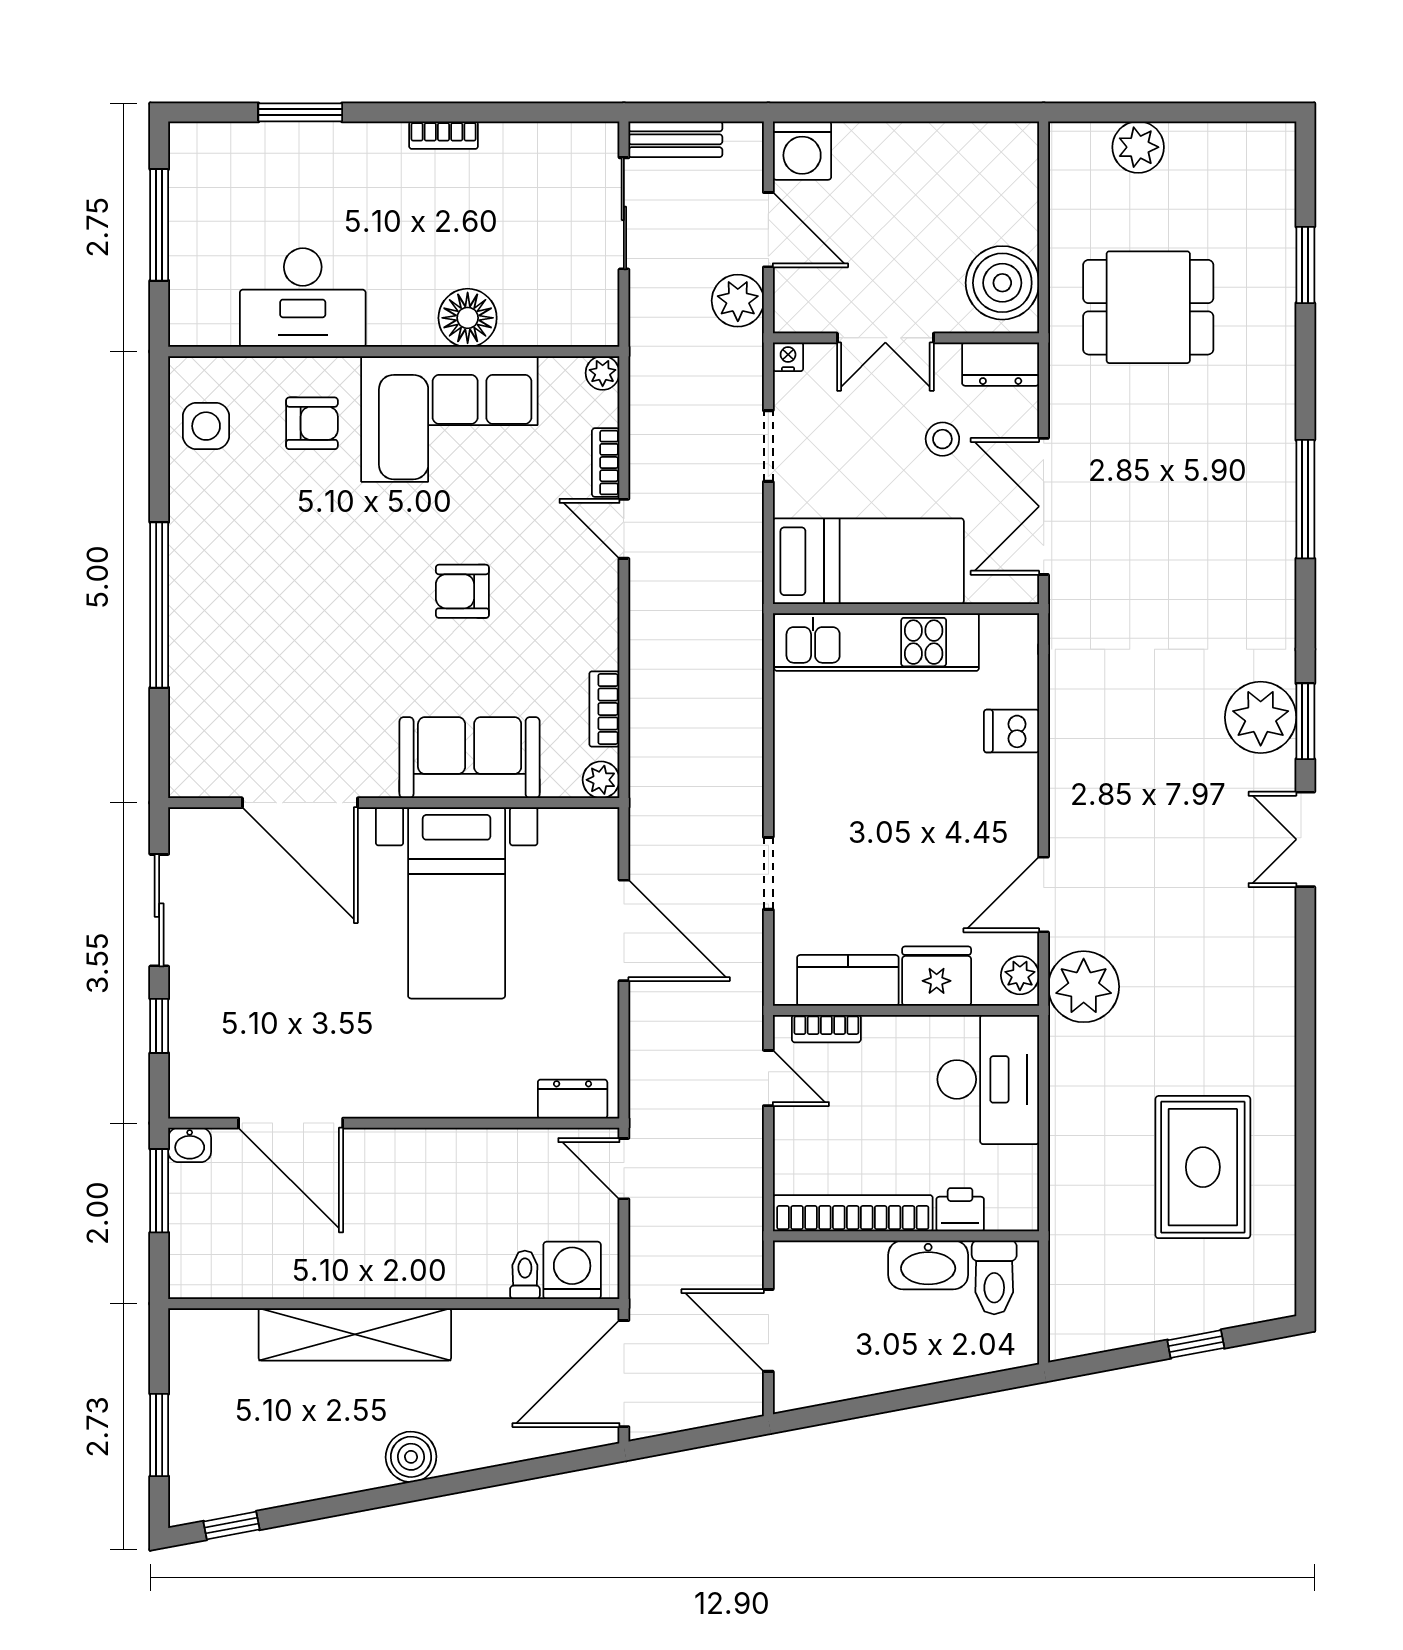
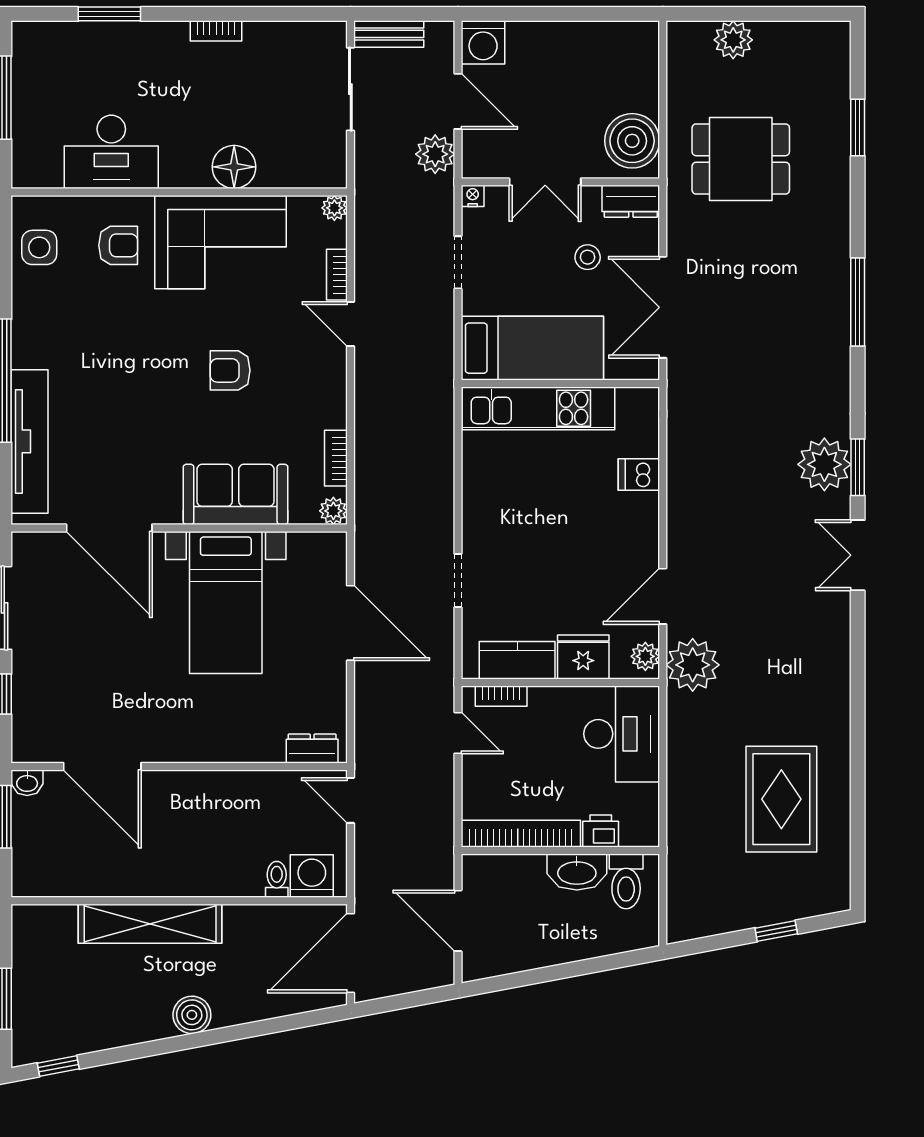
tv unit: (193, 687) -> (30, 441), added

